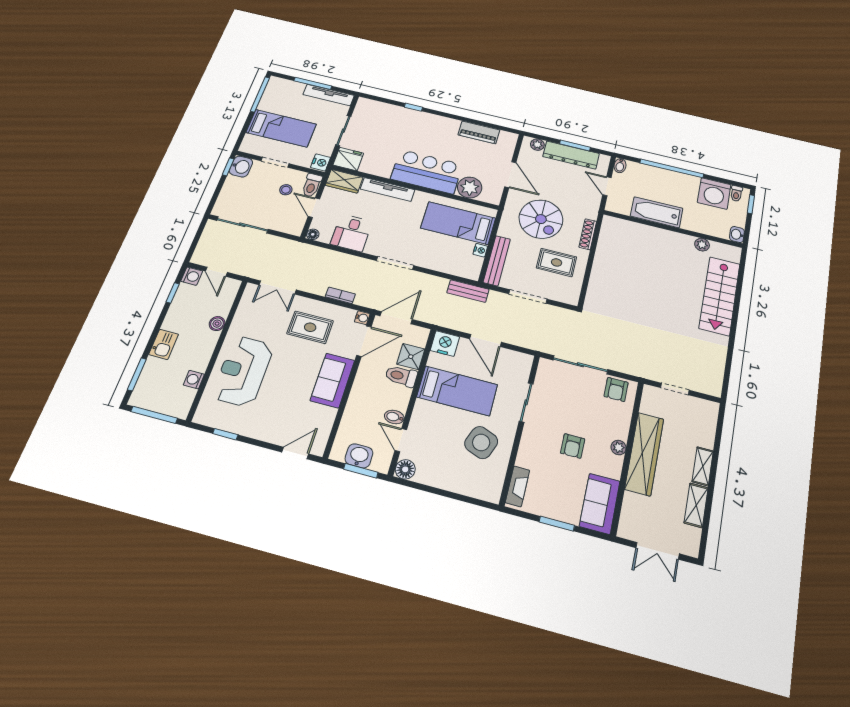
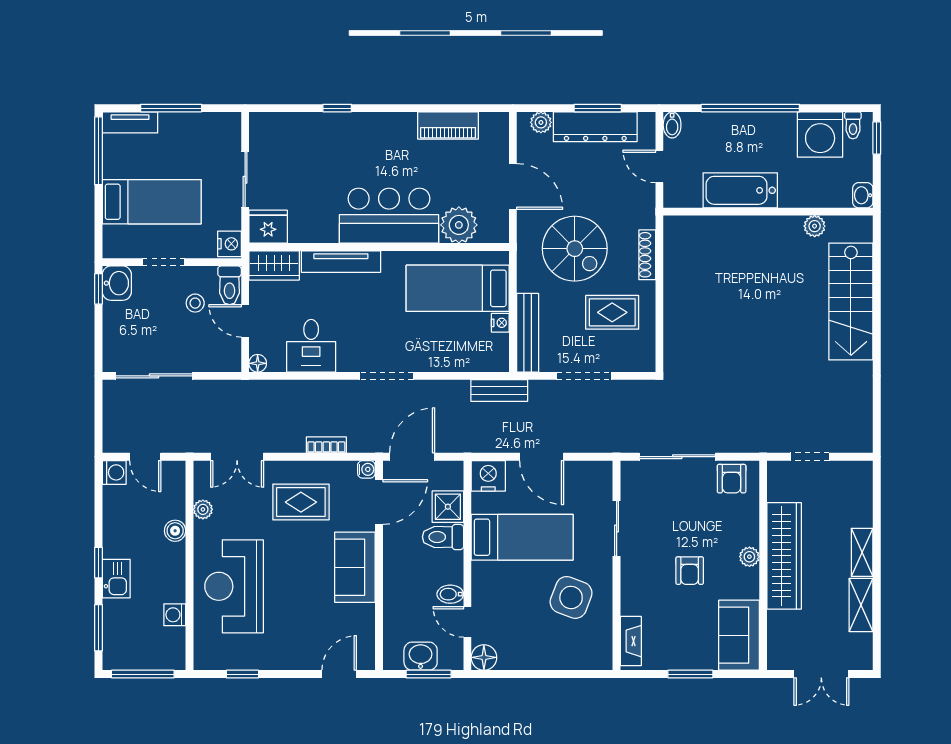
tv unit: (329, 95) -> (130, 122), moved, width x0.71
window: (173, 293) -> (99, 563), moved
plant: (241, 315) -> (203, 509), added

